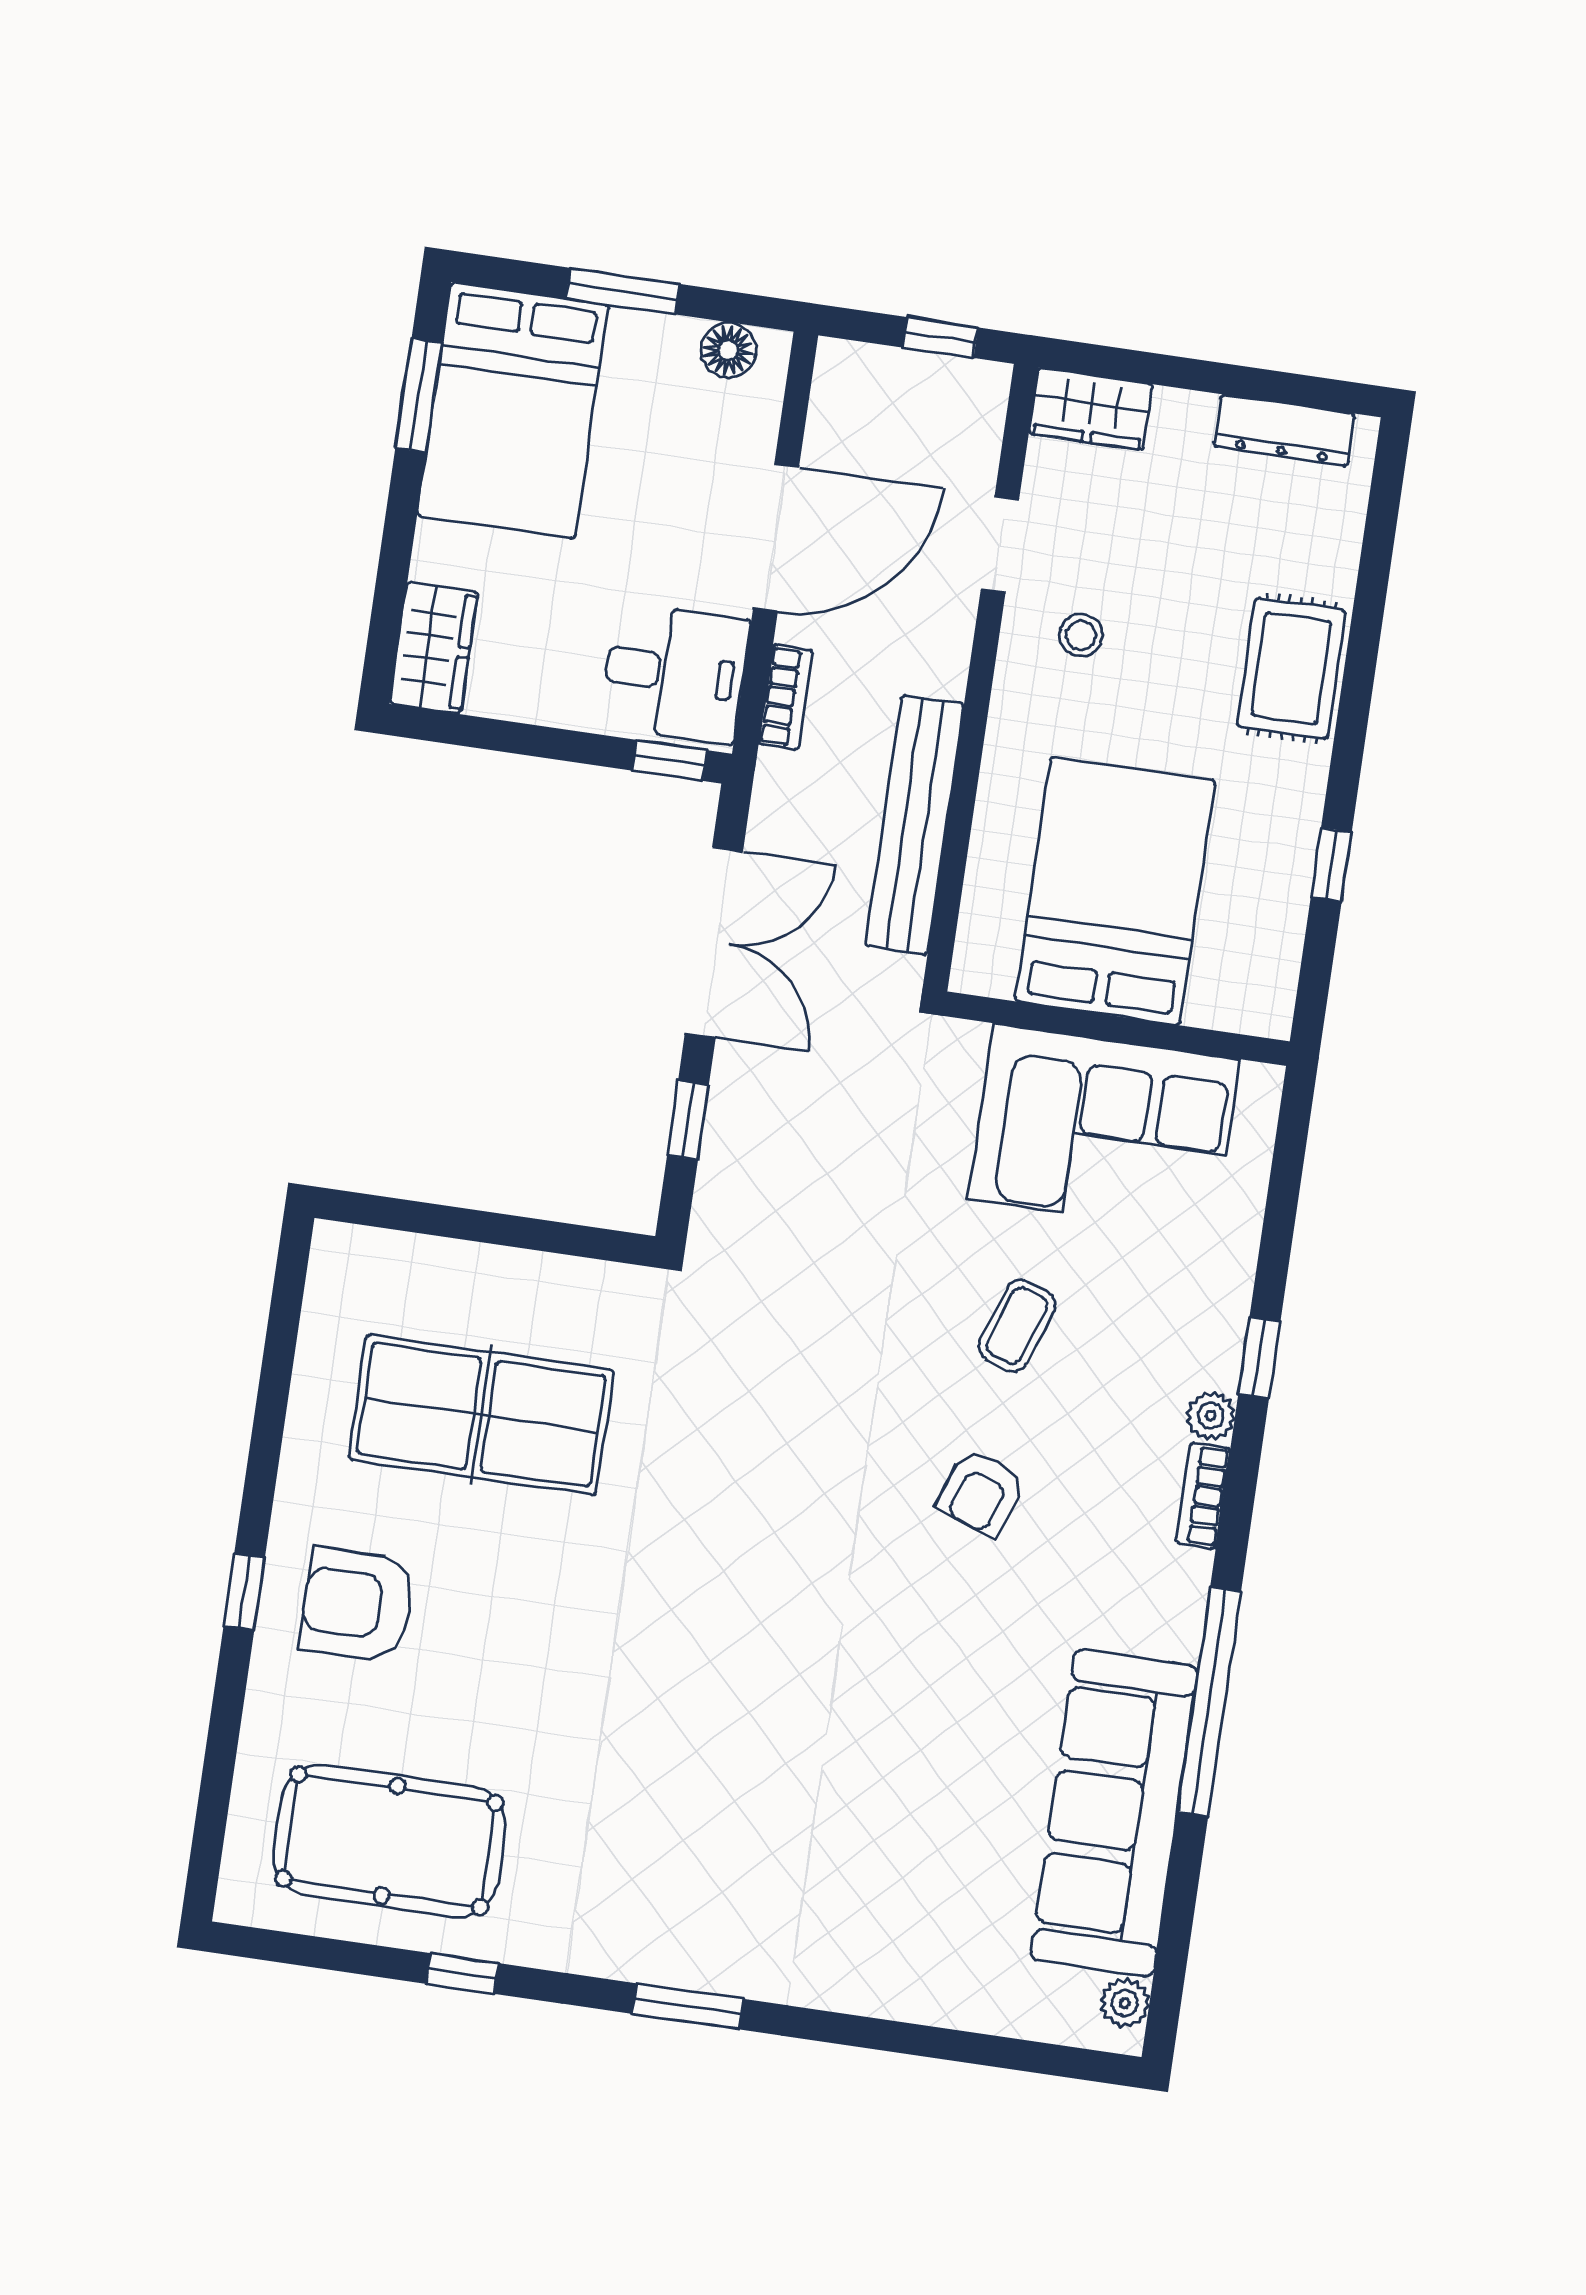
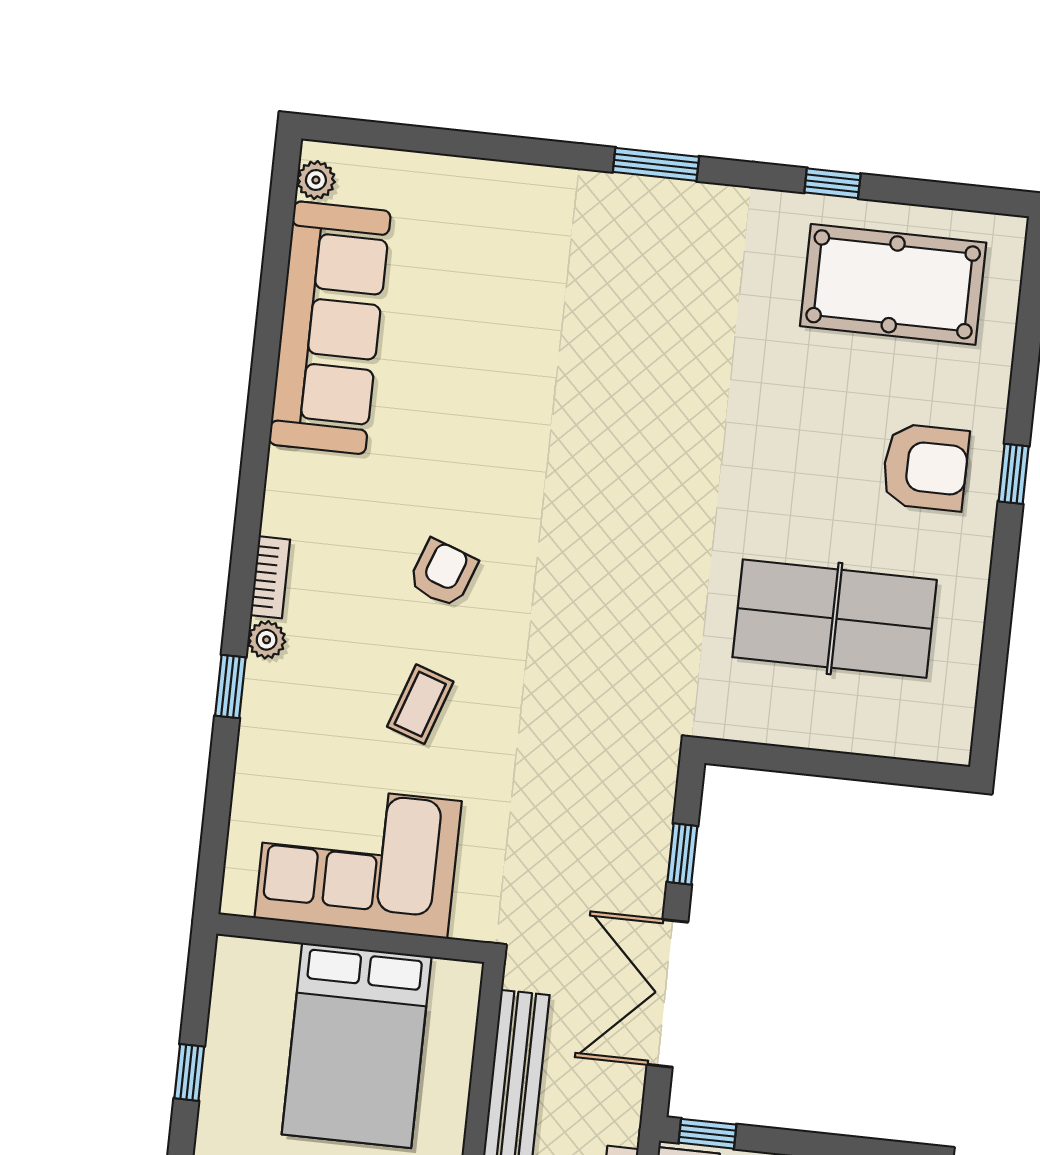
window: (1209, 1702) -> (259, 417), removed

